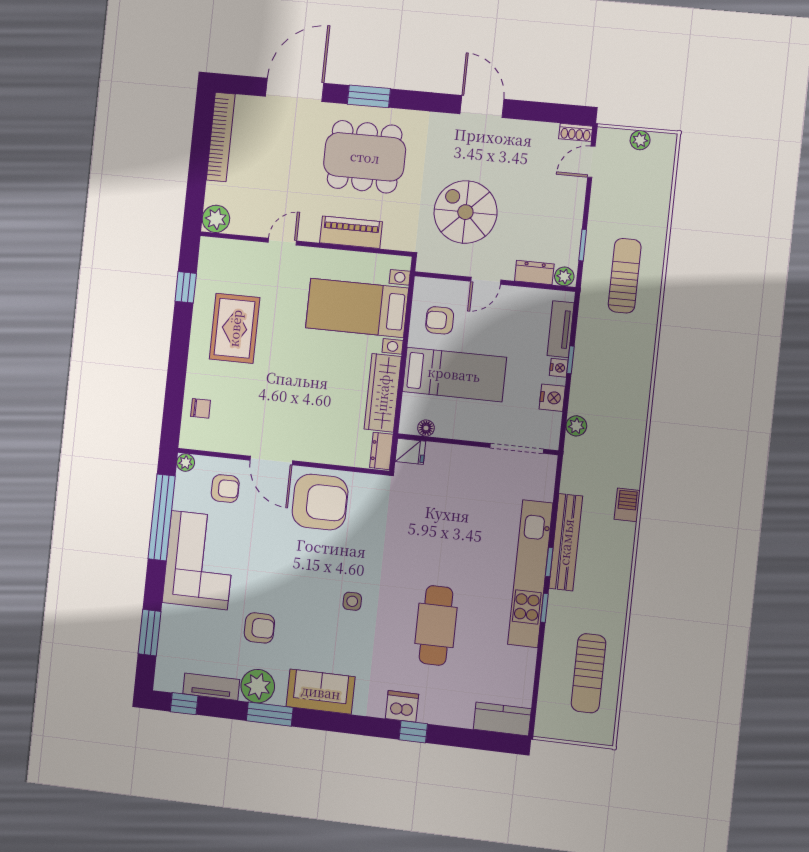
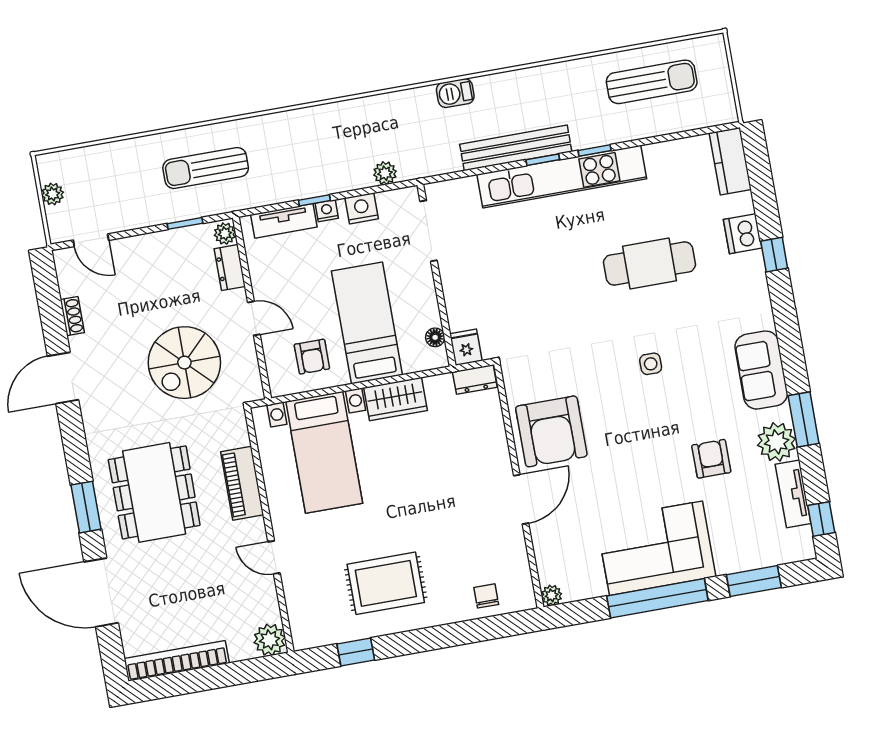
shoe rack: (576, 132) -> (72, 316), moved
wardrobe: (383, 393) -> (396, 399), width x0.67
armchair: (225, 489) -> (568, 542), removed
armchair: (320, 502) -> (551, 431), turned 180
window: (162, 517) -> (657, 598), moved
dishwasher: (402, 706) -> (743, 234), moved

